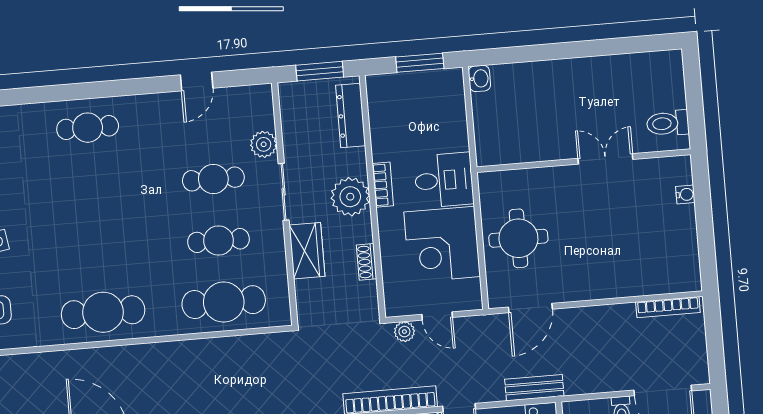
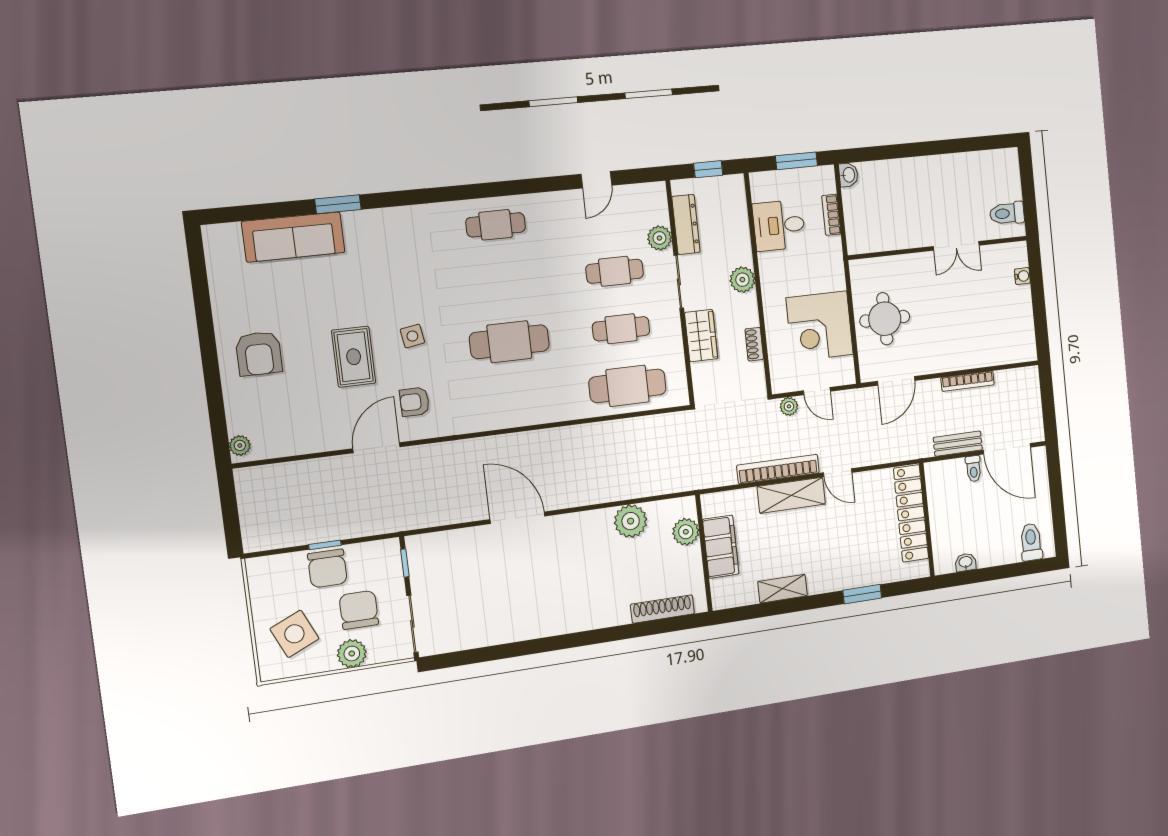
window: (320, 71) -> (708, 169), width x0.67
dresser: (351, 116) -> (686, 224), moved, turned 180
double door: (605, 159) -> (956, 246), swing flipped
desk: (444, 180) -> (779, 225), moved, turned 180
bookcase: (383, 185) -> (831, 215), moved, turned 180
plant: (350, 197) -> (742, 280), width x0.73, depth x0.73
bookcase: (668, 307) -> (968, 381), moved
cafe table: (103, 312) -> (509, 342), moved
bench: (534, 388) -> (958, 444), moved

